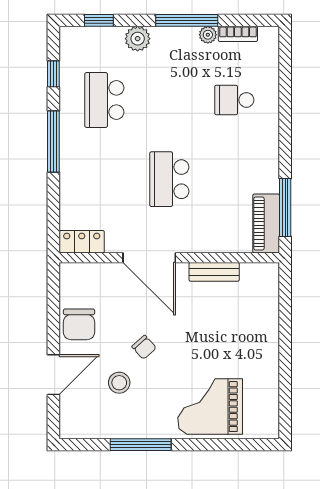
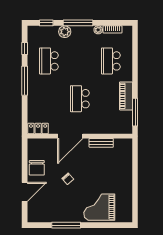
window: (187, 20) -> (78, 23), moved
school desk: (234, 100) -> (111, 61), width x1.85
piano: (266, 223) -> (126, 96), moved
door: (149, 258) -> (70, 136), hinge flipped
stool: (119, 383) -> (56, 196), removed

